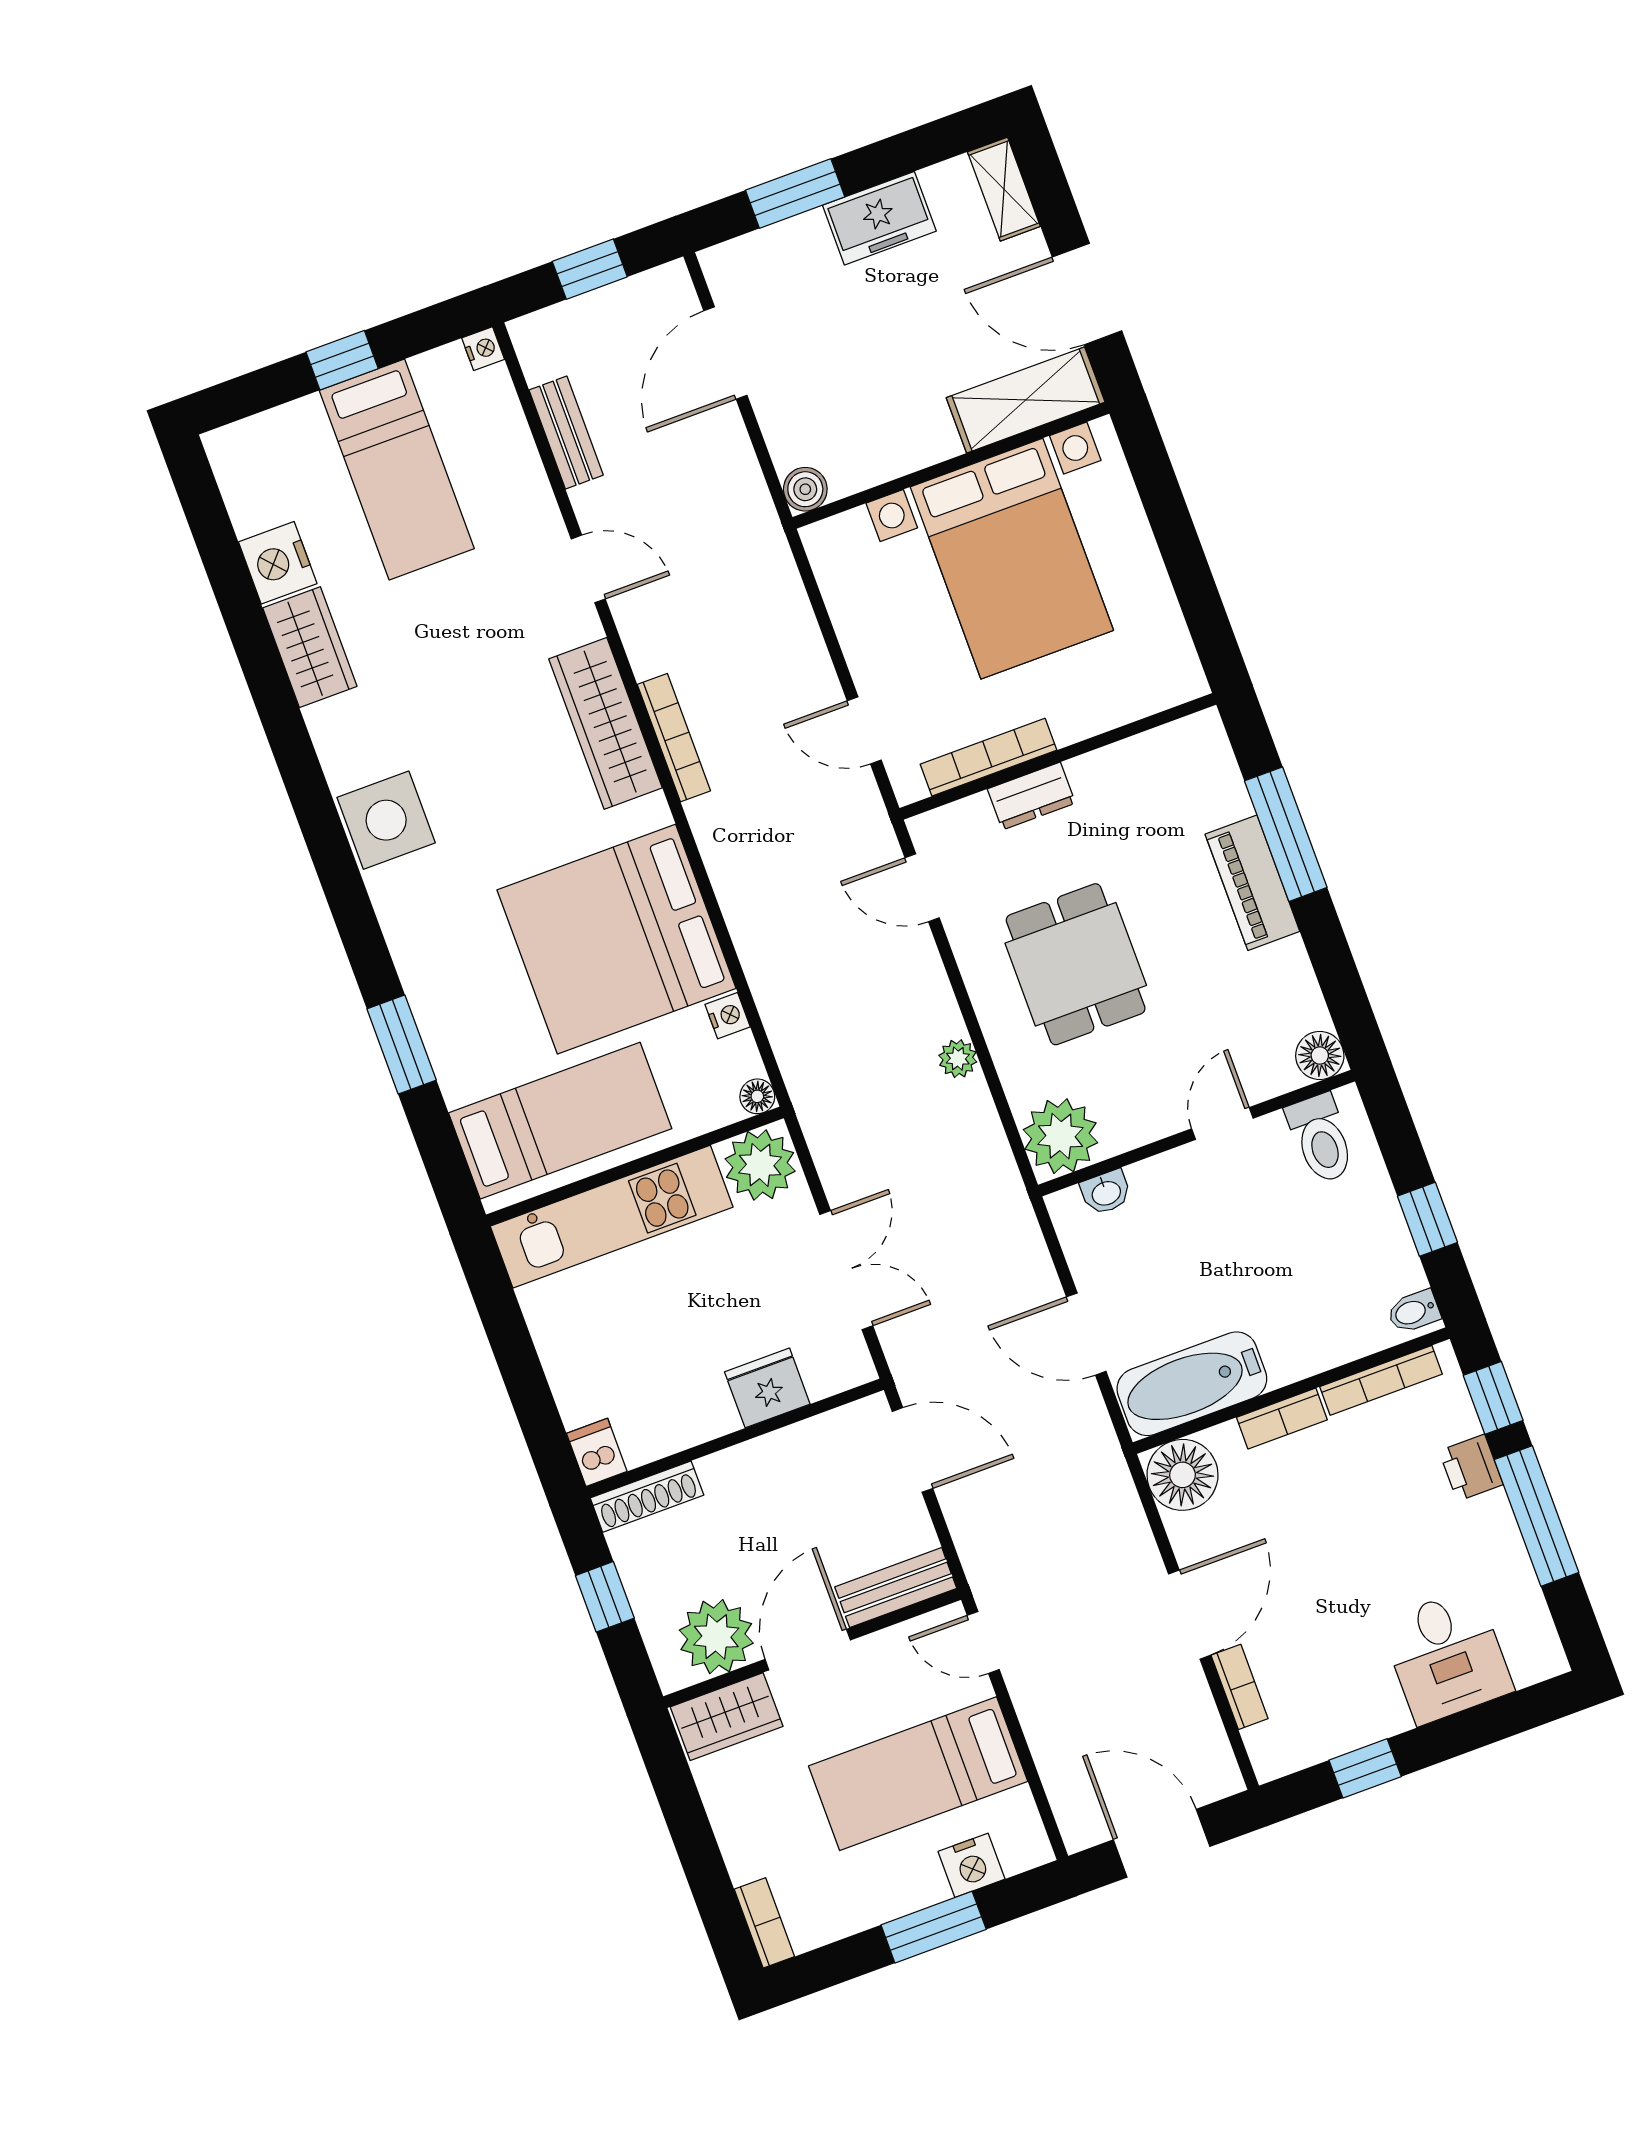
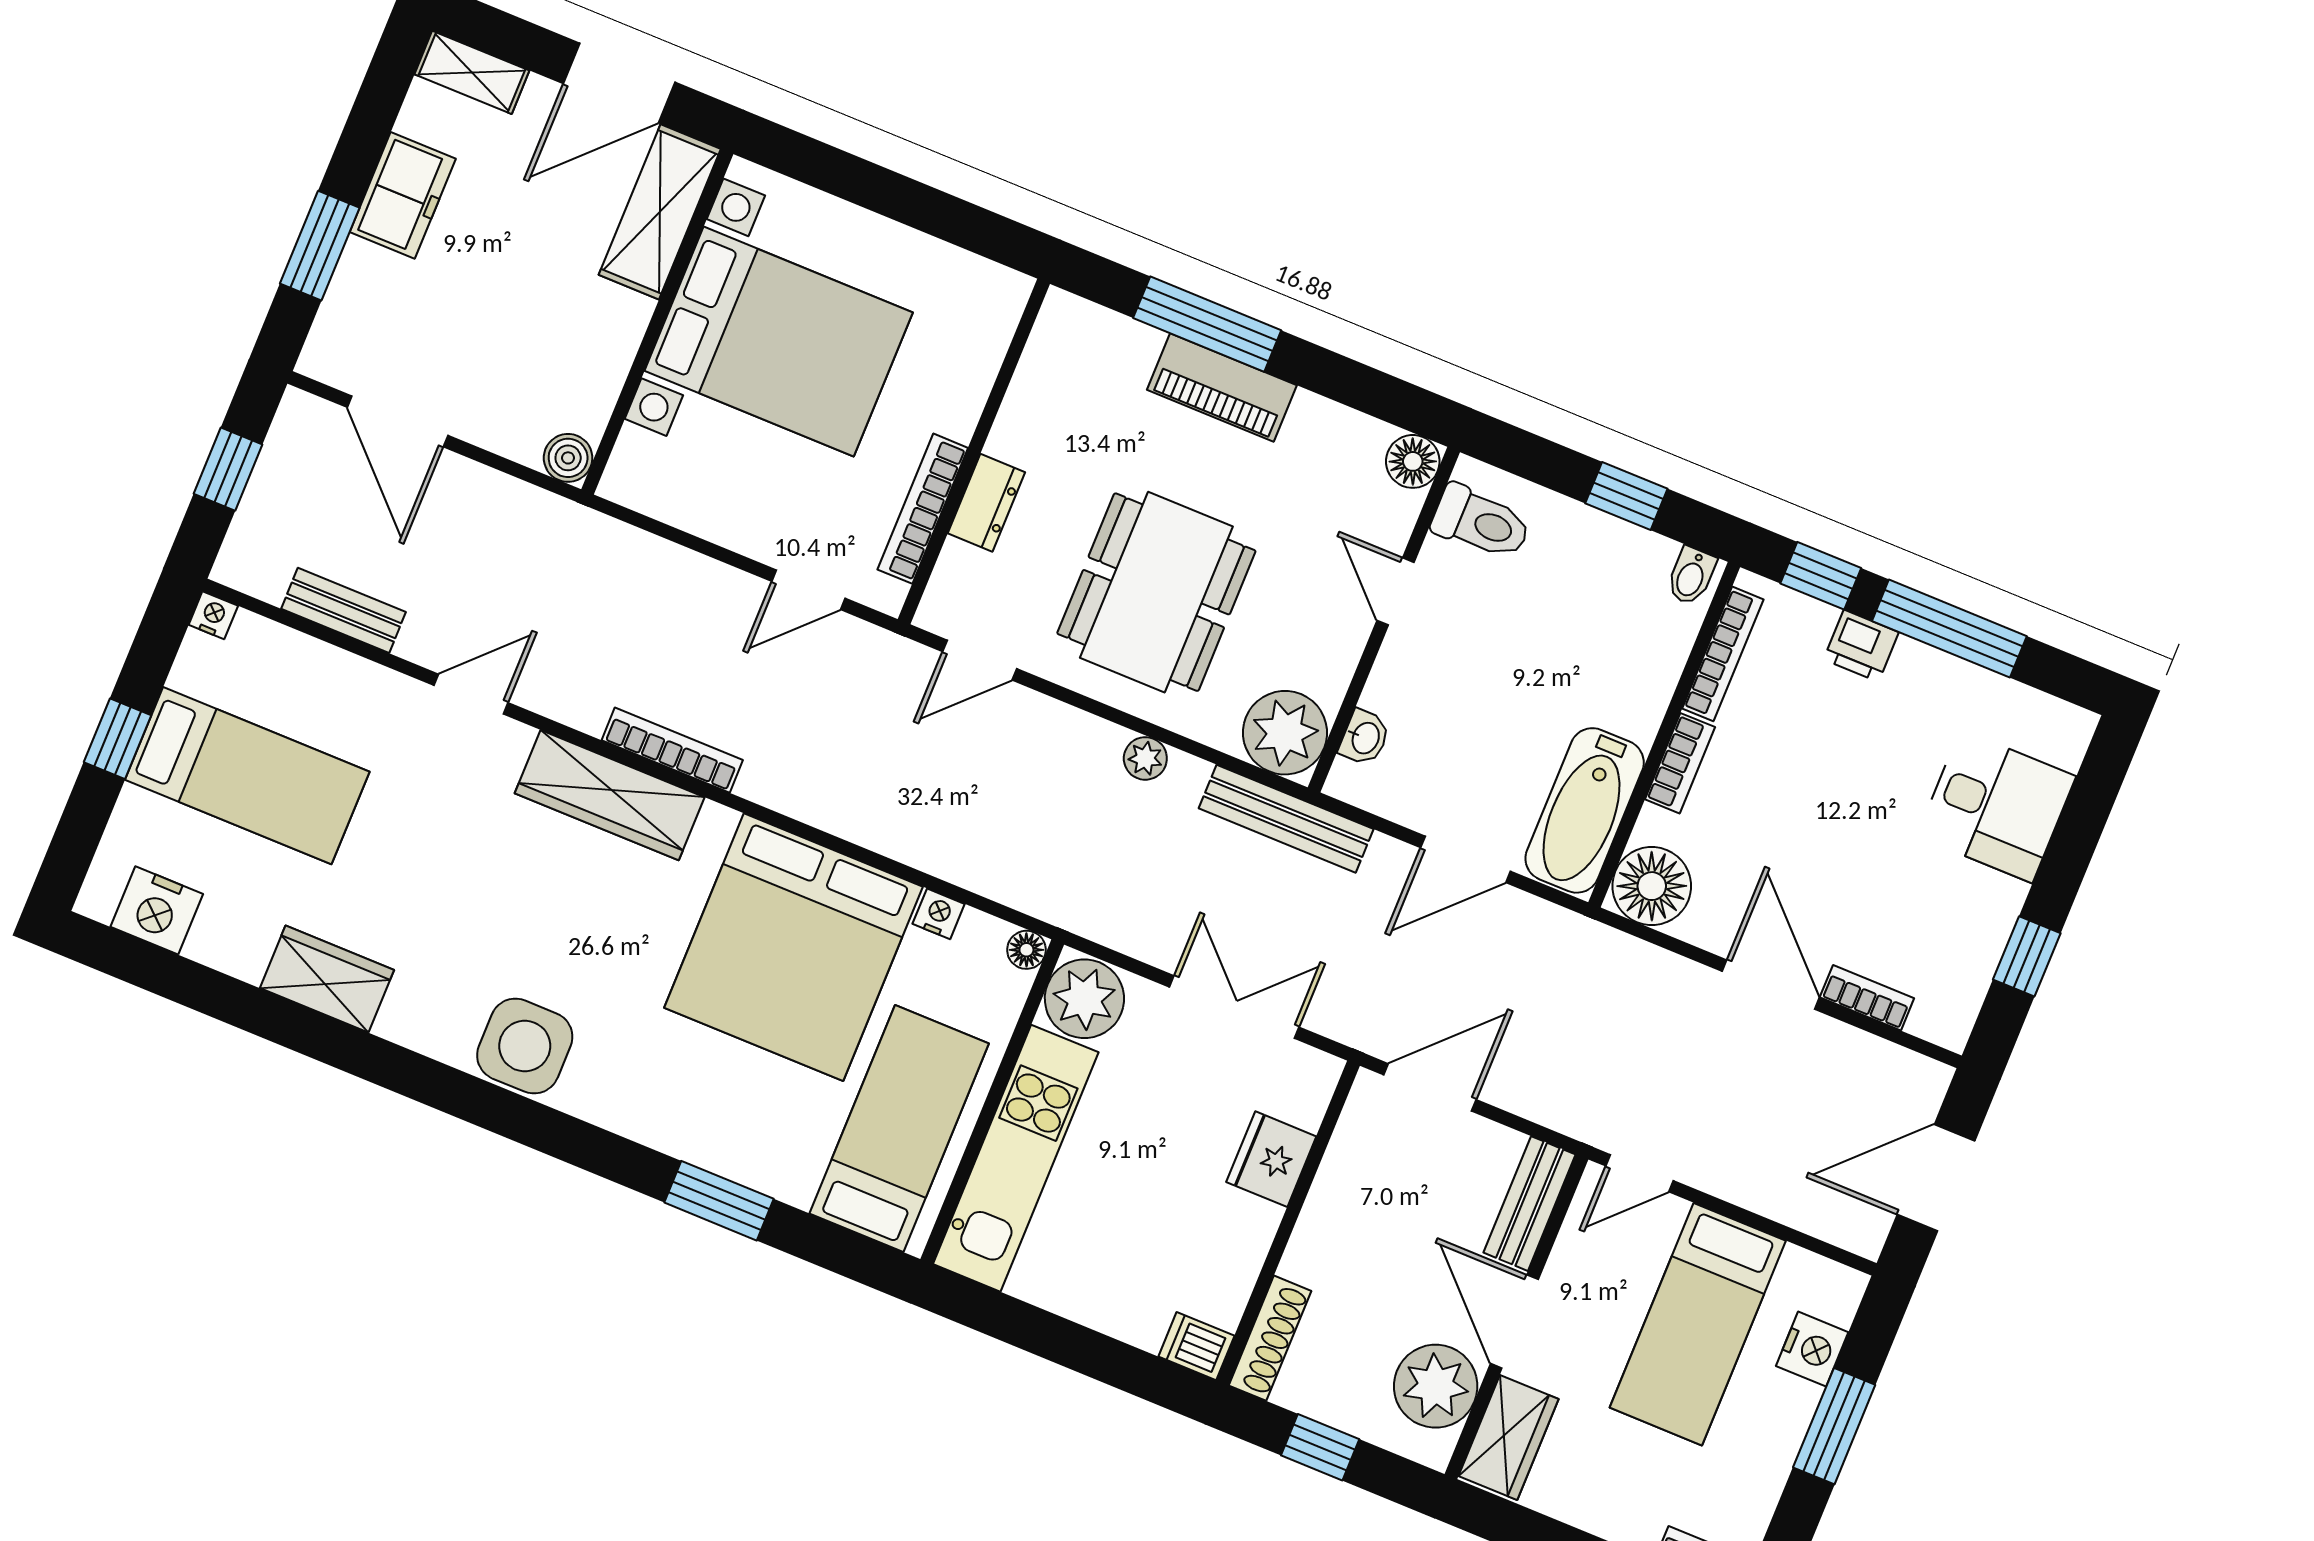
nightstand: (278, 563) -> (157, 910), moved
dining table: (1076, 964) -> (1156, 592), width x1.38
bench: (1004, 1189) -> (1286, 819), added

